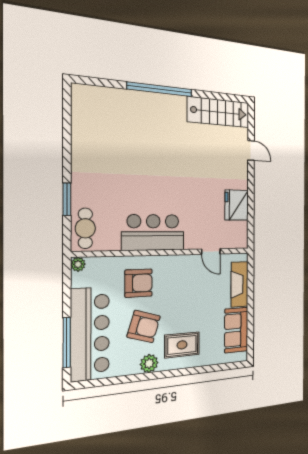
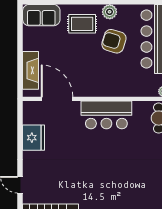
door: (211, 251) -> (57, 99), width x1.87
armchair: (139, 283) -> (118, 75), removed
sofa: (236, 330) -> (41, 15), moved, turned 90

